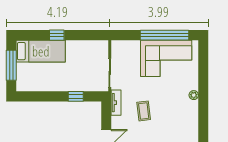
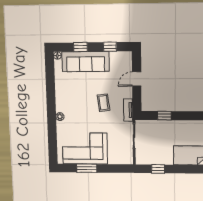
window: (57, 35) -> (158, 169), moved
window: (164, 35) -> (87, 168), width x0.47

